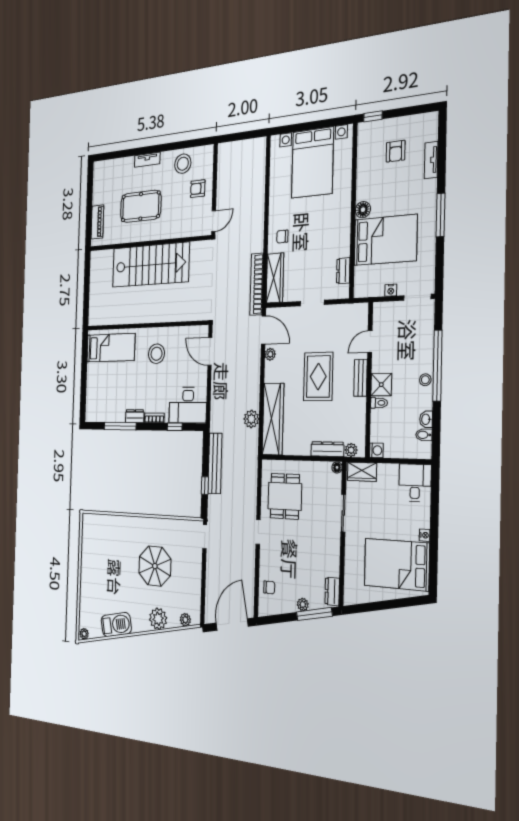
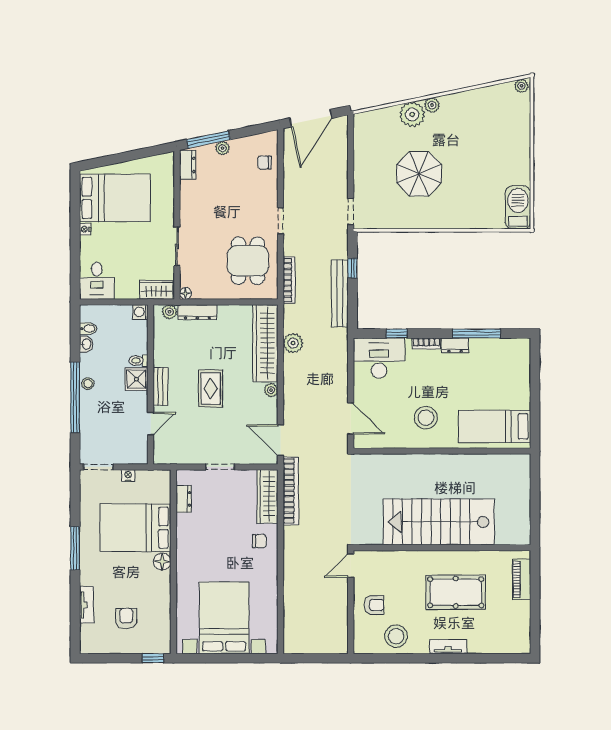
plant: (270, 354) -> (271, 390), moved
rug: (318, 377) -> (211, 388), width x0.73, depth x0.70
bookcase: (253, 477) -> (289, 280), added
plant: (185, 620) -> (432, 105), moved
barbecue: (116, 624) -> (518, 207), moved, turned 102

